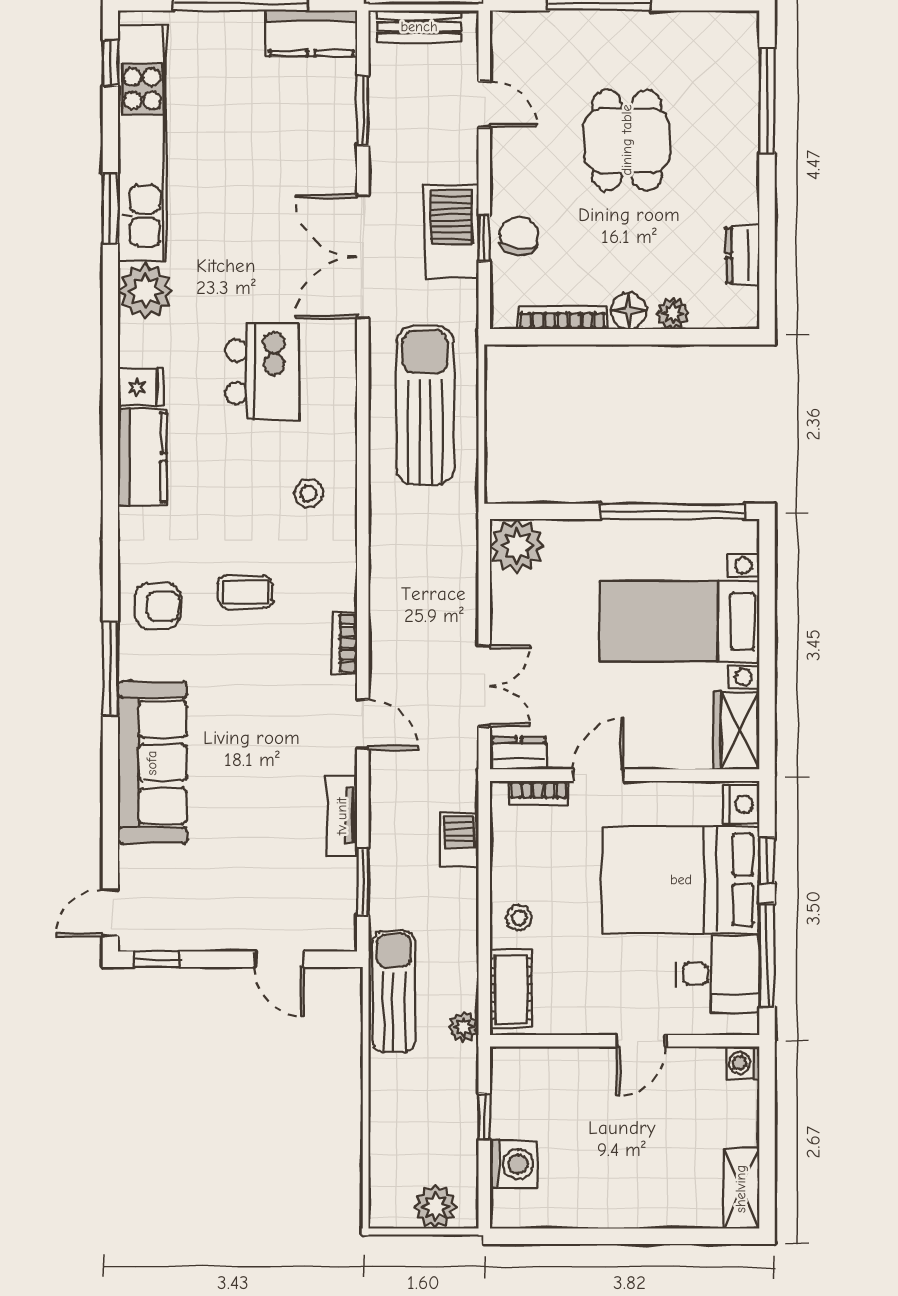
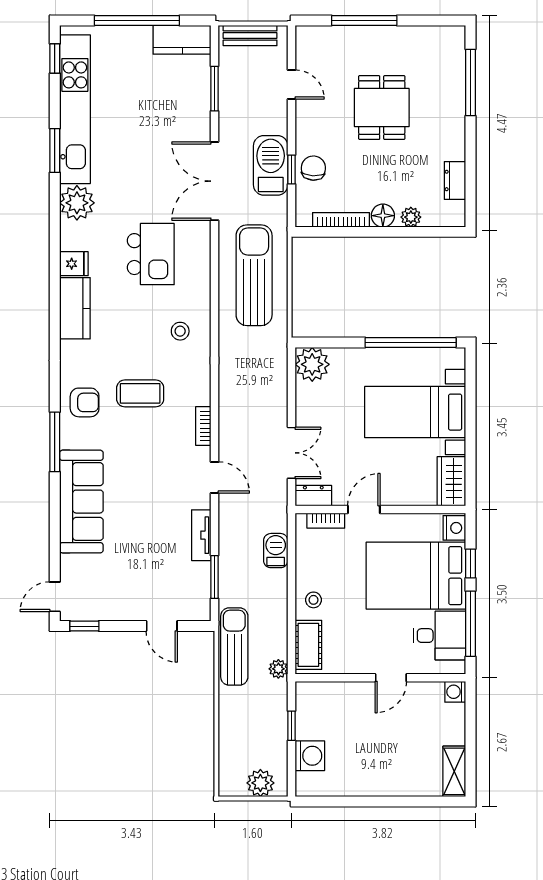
coffee table: (245, 592) -> (140, 393), width x1.36, depth x1.30

